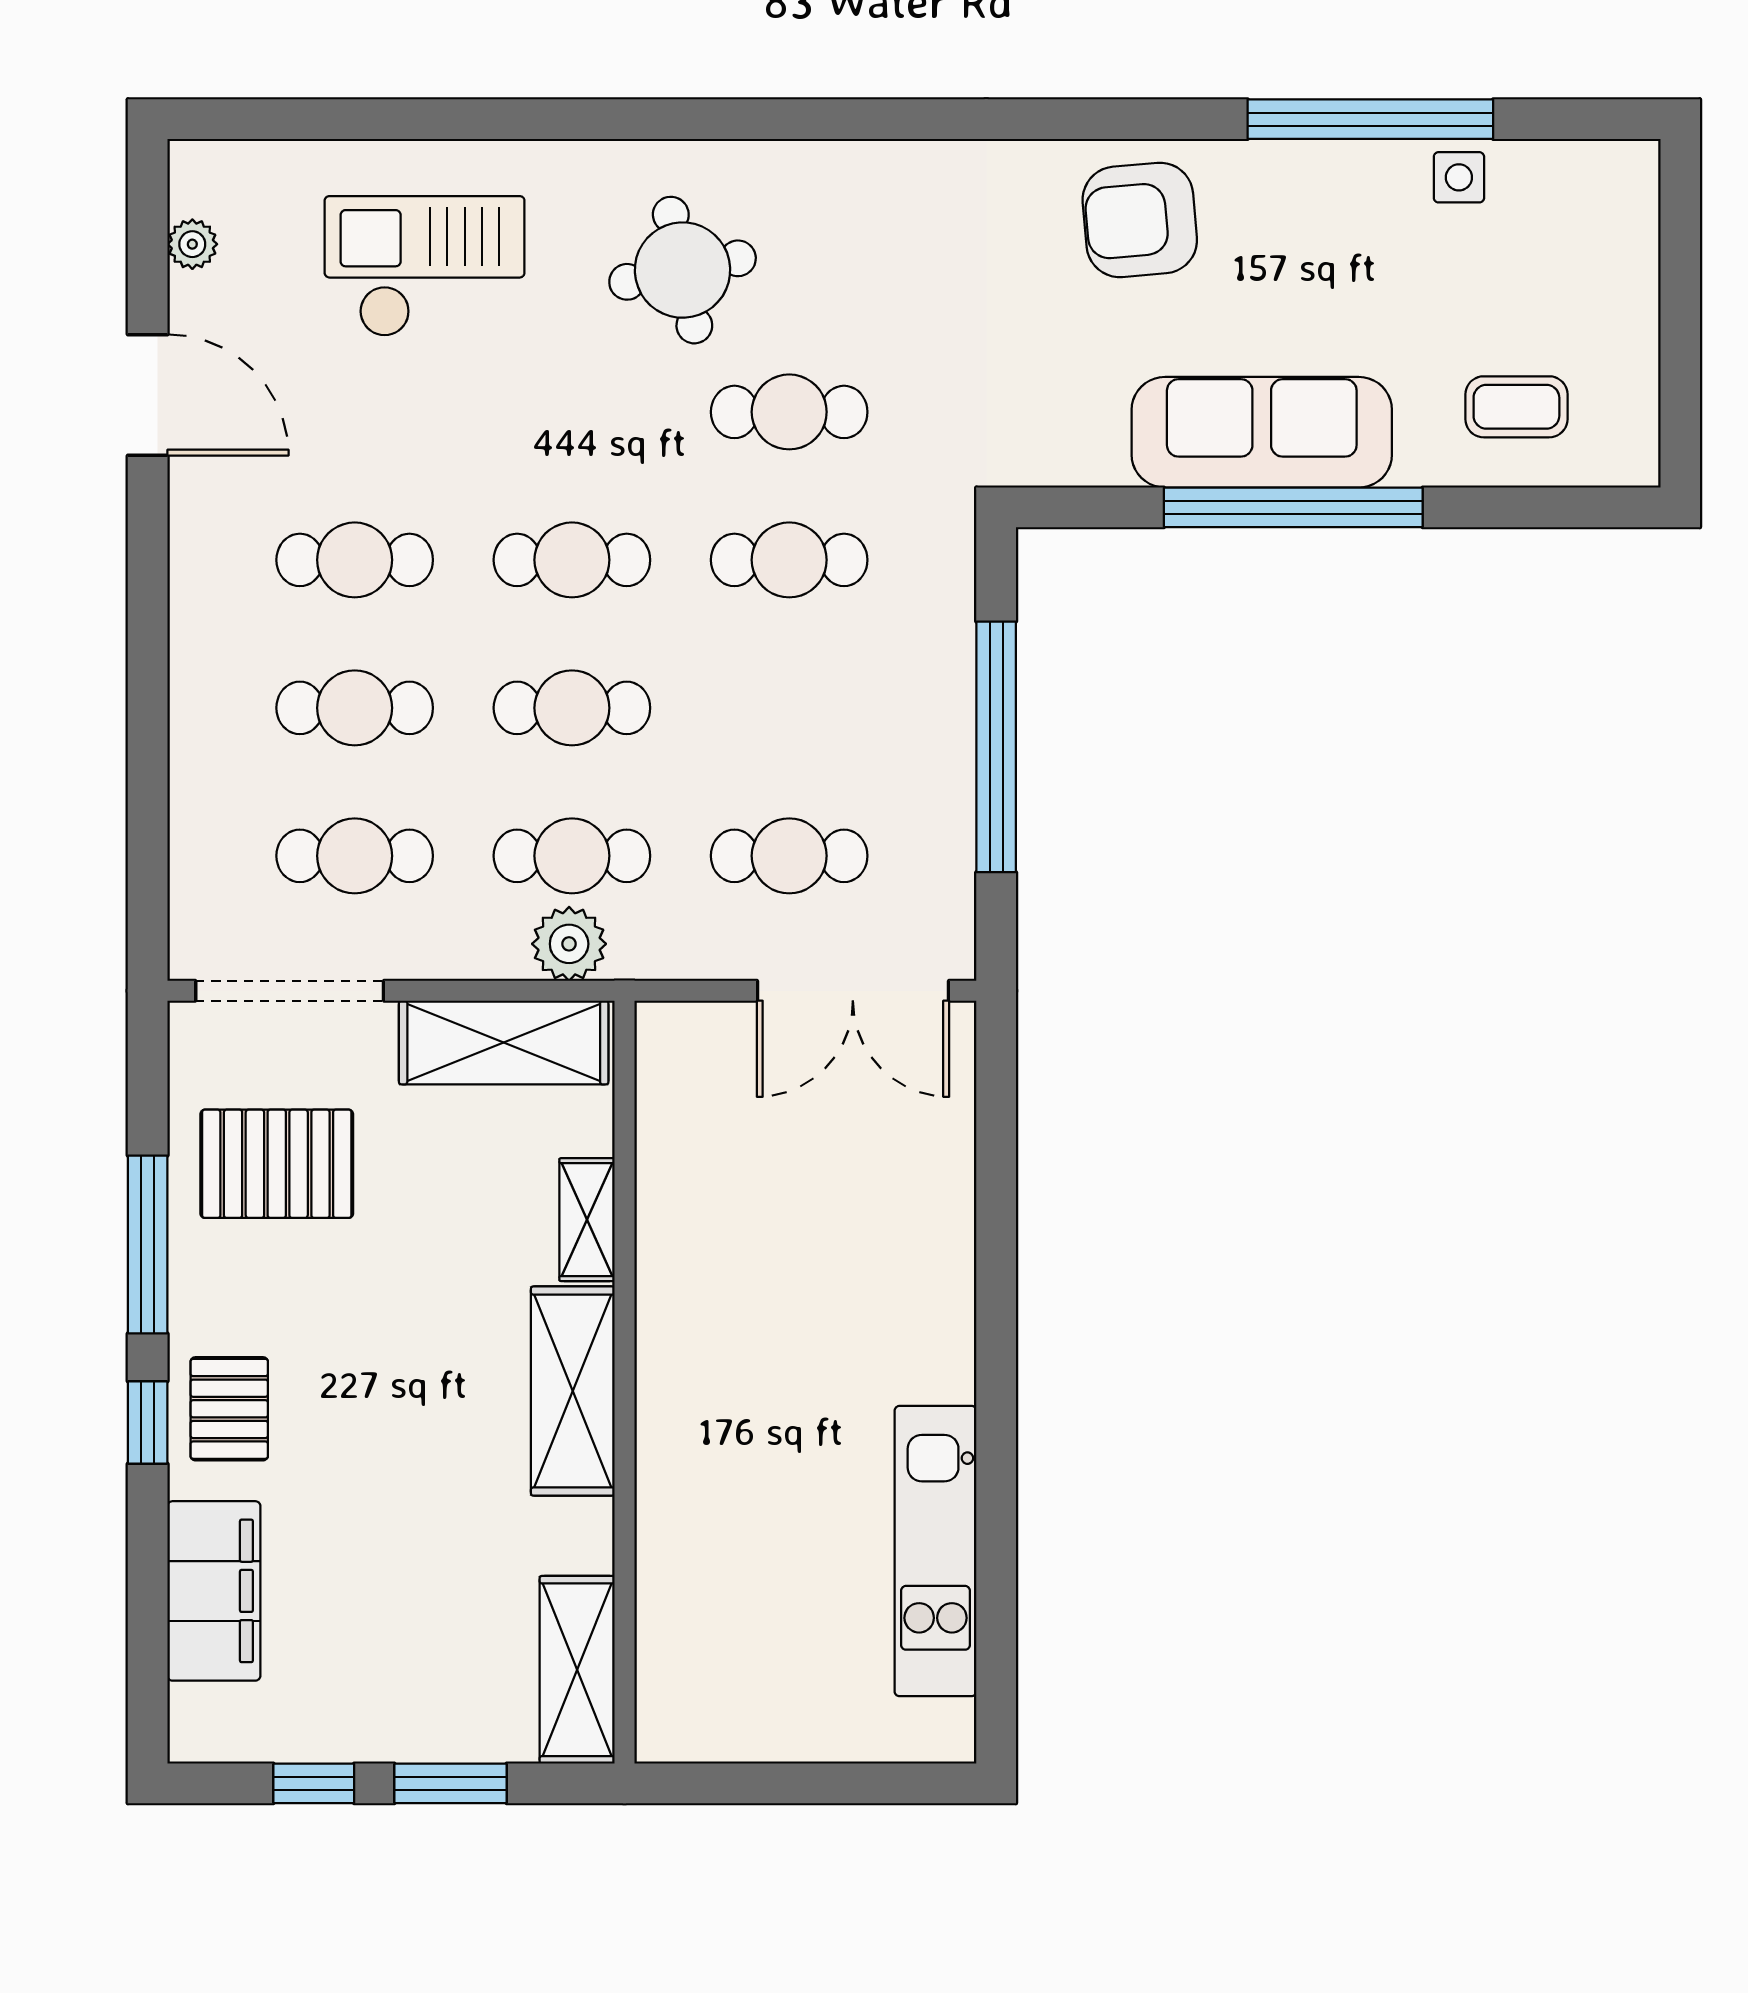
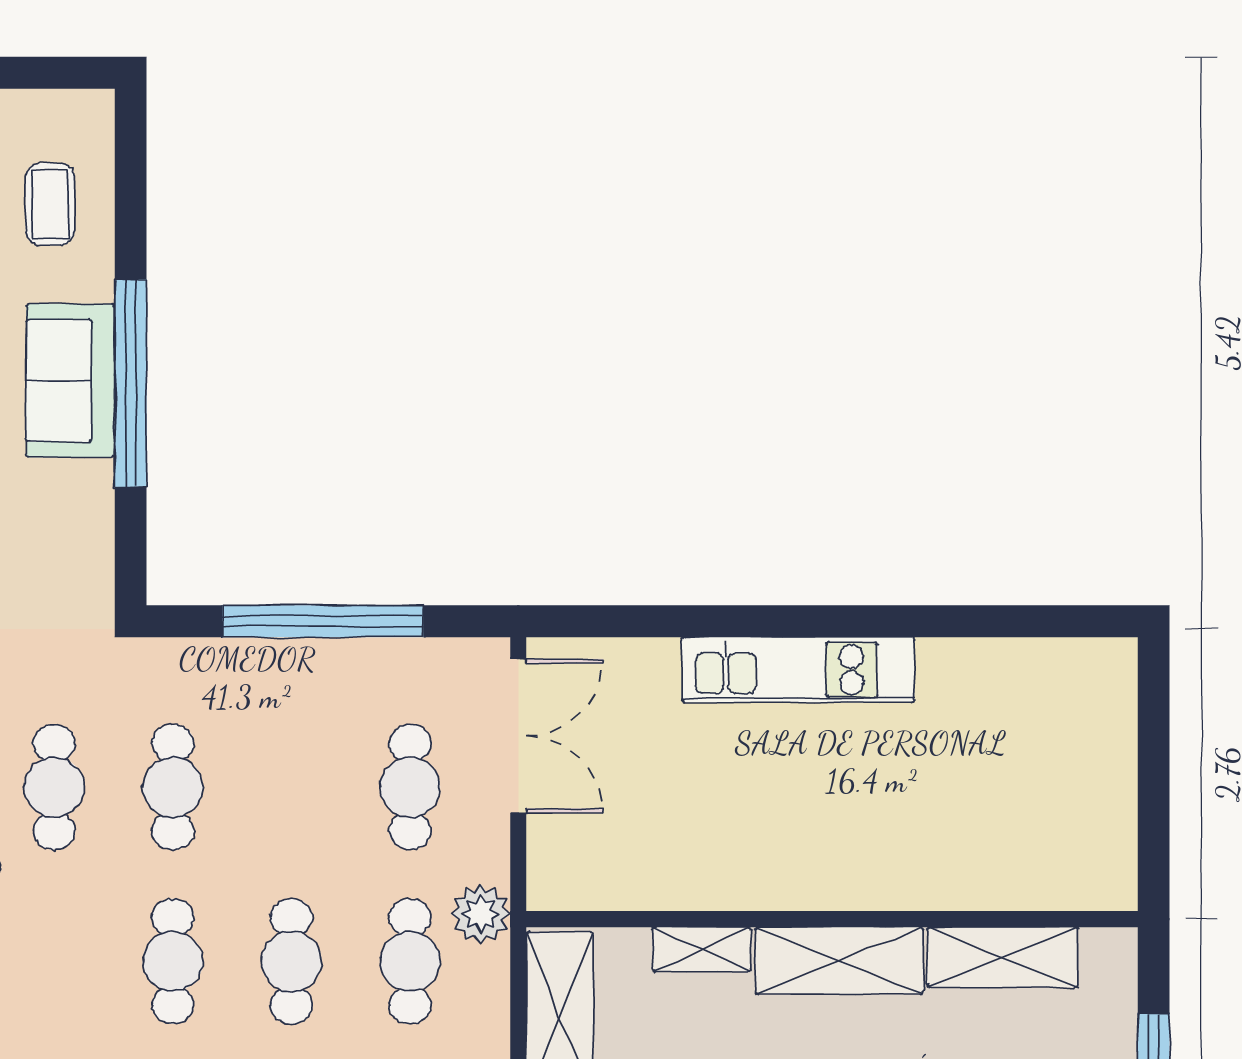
sofa: (1262, 432) -> (70, 381), width x0.73
plant: (569, 944) -> (481, 914), moved
kitchen unit: (936, 1551) -> (798, 670), moved
shelving: (577, 1670) -> (1003, 957), moved

